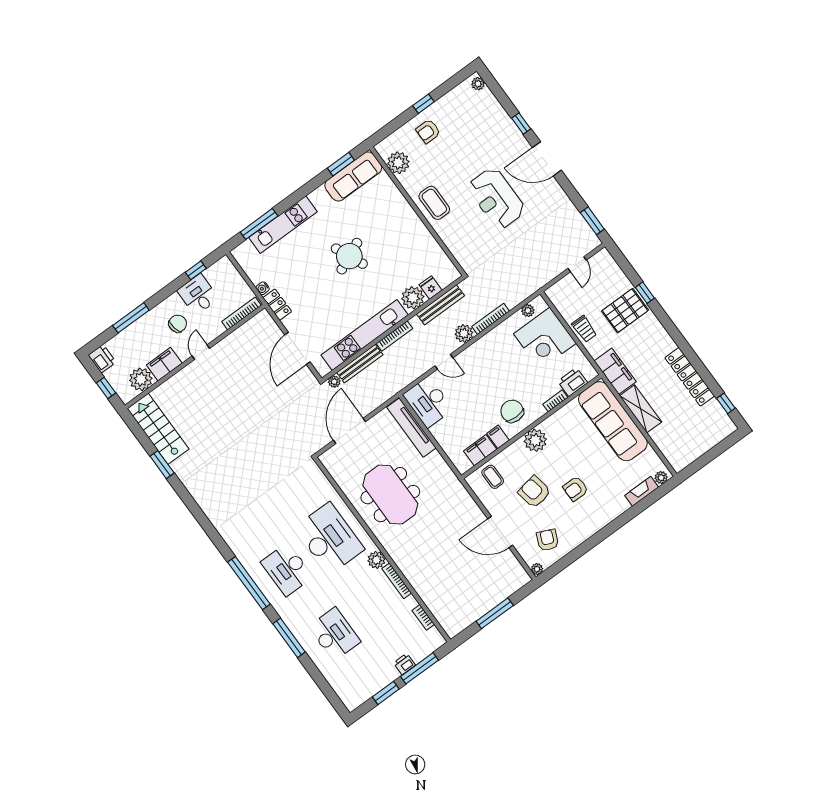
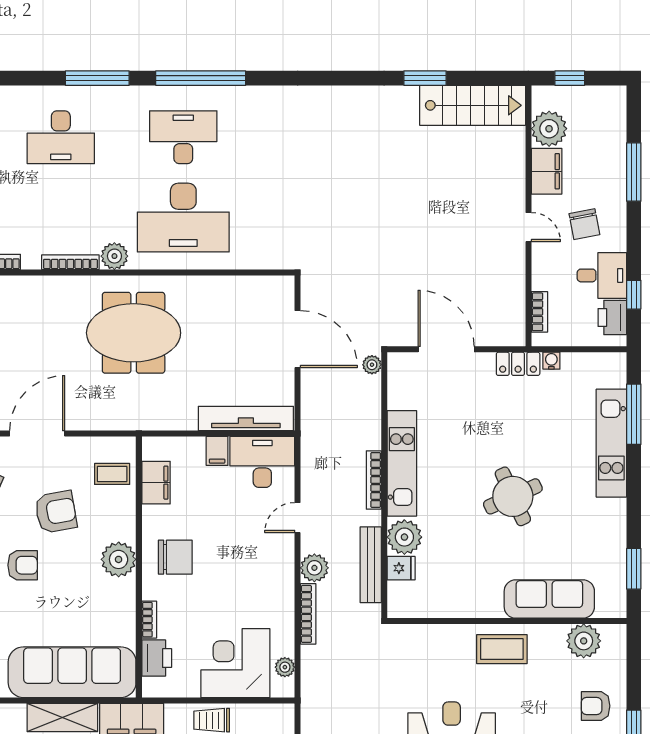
armchair: (428, 131) -> (596, 706), turned -90
sofa: (353, 176) -> (549, 599), moved, turned 90
bookcase: (241, 313) -> (539, 312), width x0.64
kitchen unit: (365, 335) -> (402, 463), width x0.73
printer: (102, 359) -> (612, 318), moved, turned 90
bench: (360, 364) -> (371, 412), removed
filing cabinet: (498, 437) -> (217, 451), moved, turned 90
armchair: (575, 489) -> (23, 565), turned 90
meeting table: (390, 495) -> (134, 333), moved

